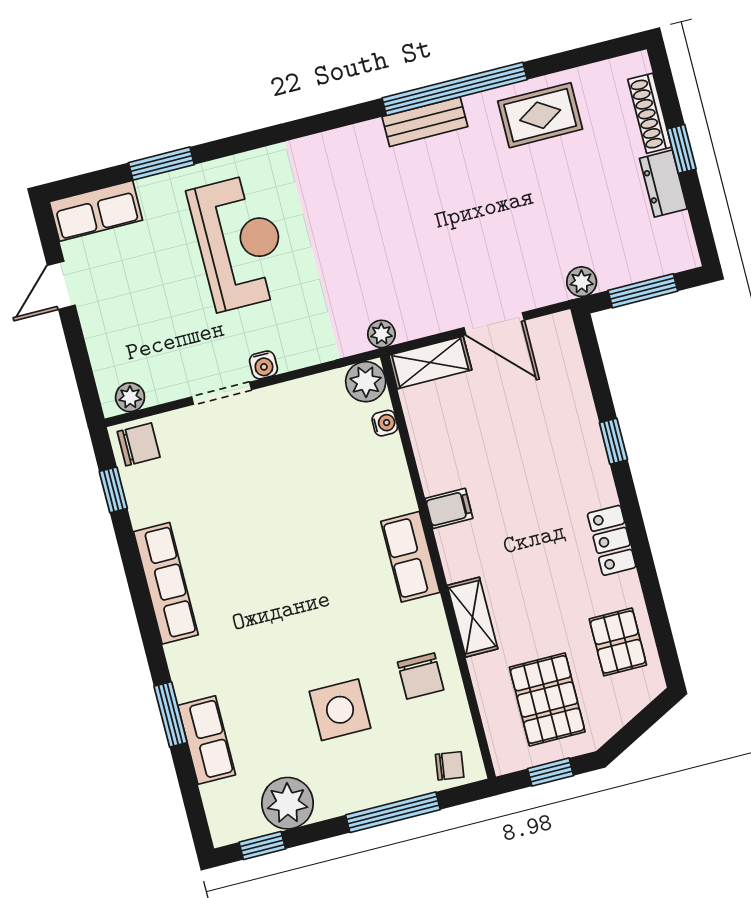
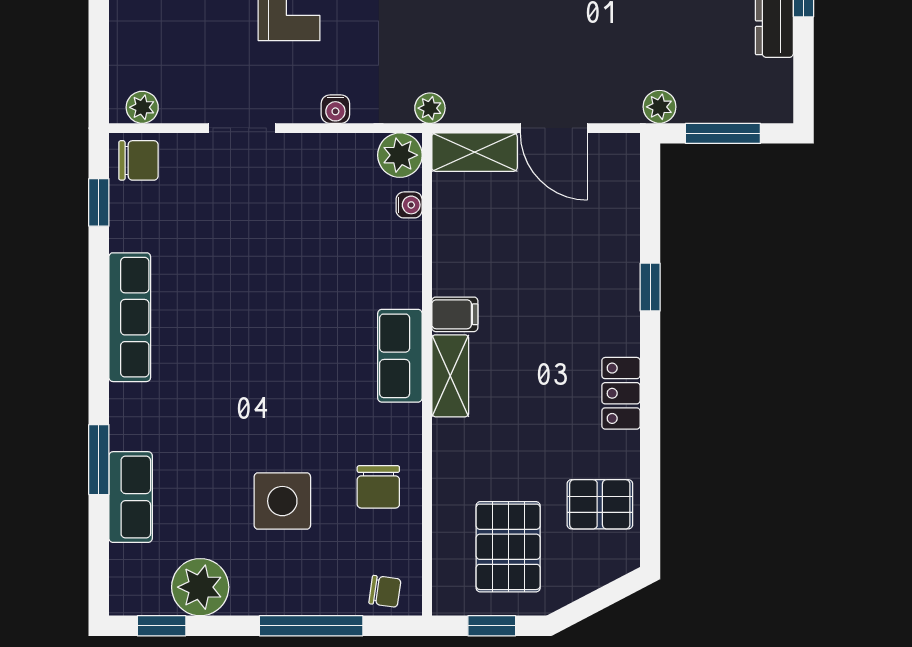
water cooler: (263, 365) -> (335, 109), moved
shelving: (473, 617) -> (450, 376), moved
pallet: (618, 642) -> (600, 504), turned 90

